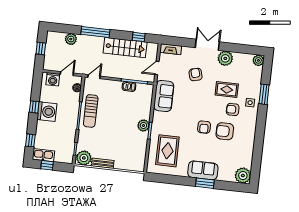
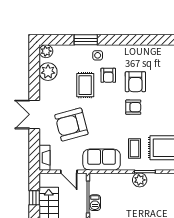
plant: (225, 58) -> (48, 72), moved
armchair: (196, 74) -> (71, 125), width x1.88, depth x1.88
coffee table: (170, 124) -> (135, 149), added

